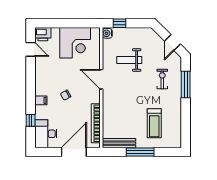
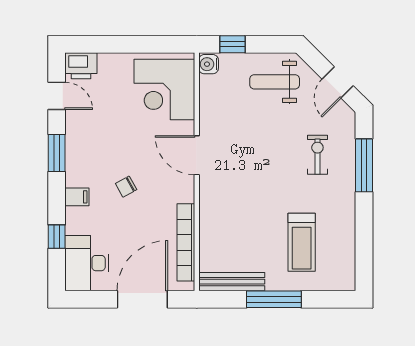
corner desk: (75, 43) -> (164, 90), moved, turned 90
weight bench: (129, 60) -> (275, 82), moved
window: (31, 78) -> (57, 153), added

